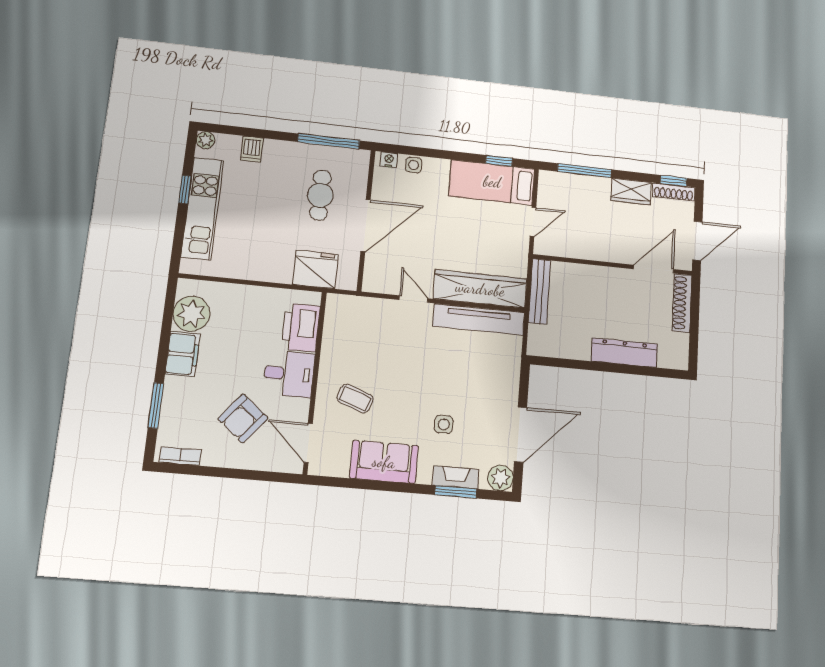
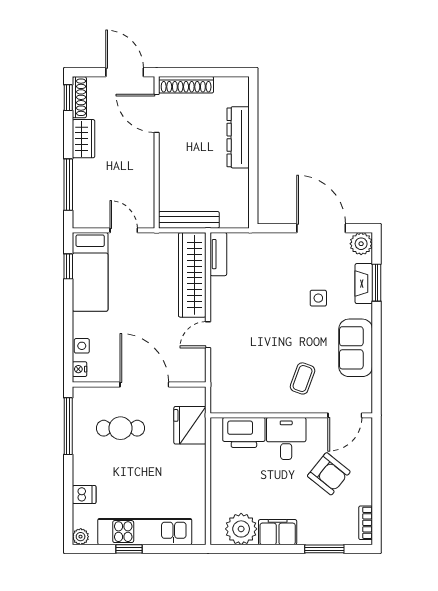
tv unit: (479, 319) -> (218, 254), width x0.52, depth x0.78

